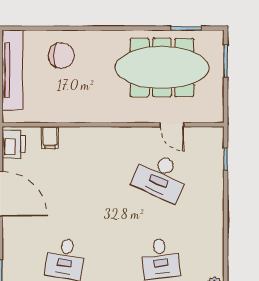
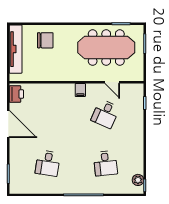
filing cabinet: (50, 138) -> (80, 90), moved
desk: (161, 177) -> (105, 114), width x0.73

